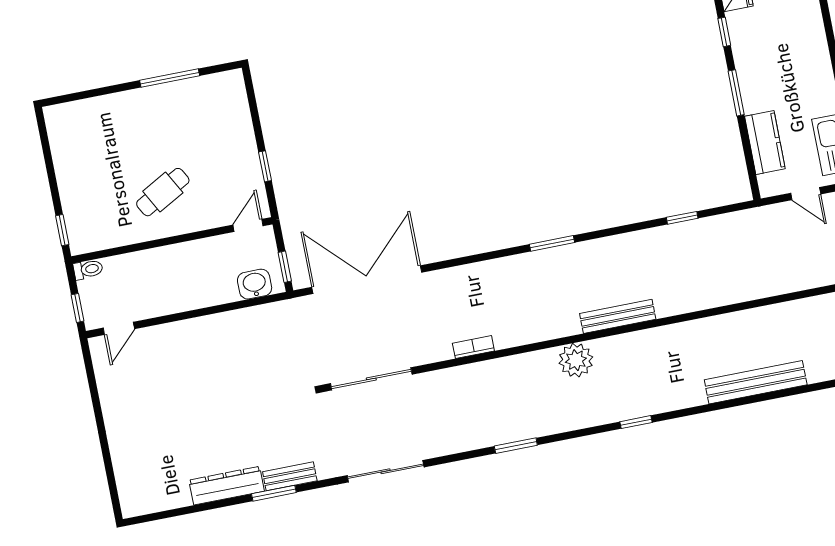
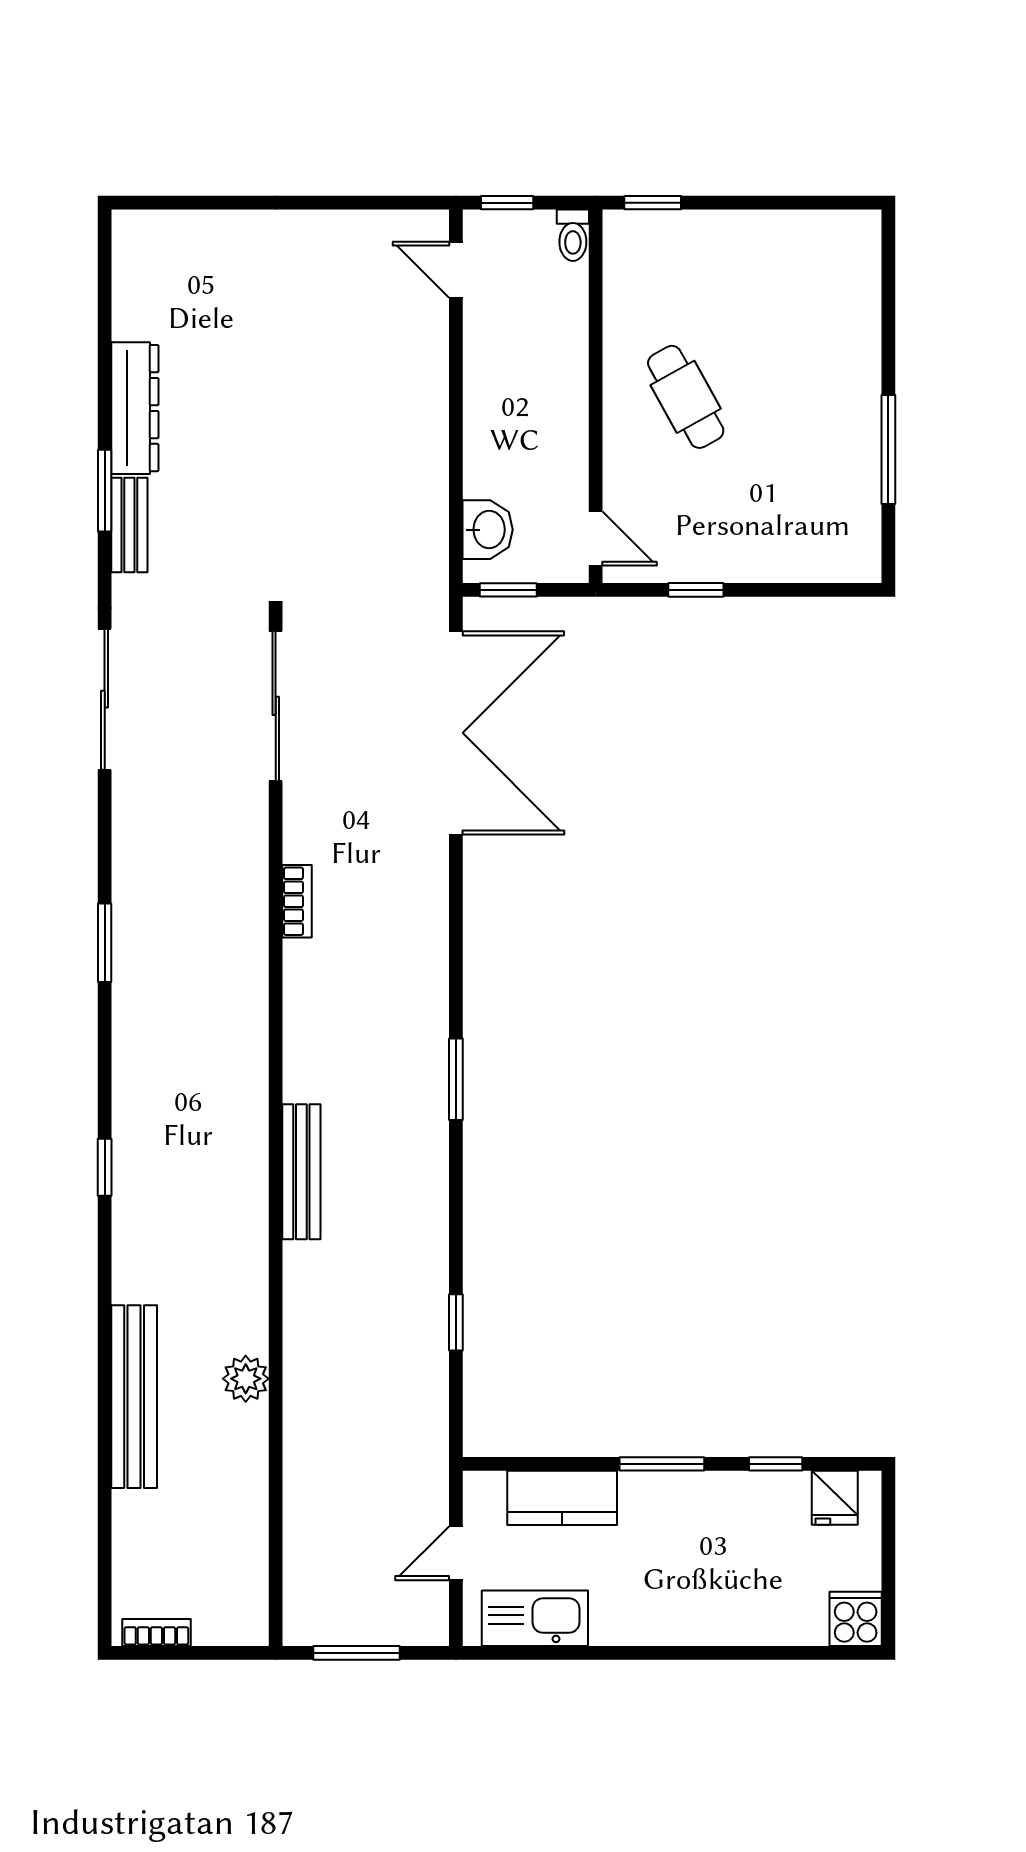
plant: (576, 360) -> (246, 1379), moved, width x0.73, depth x0.73

